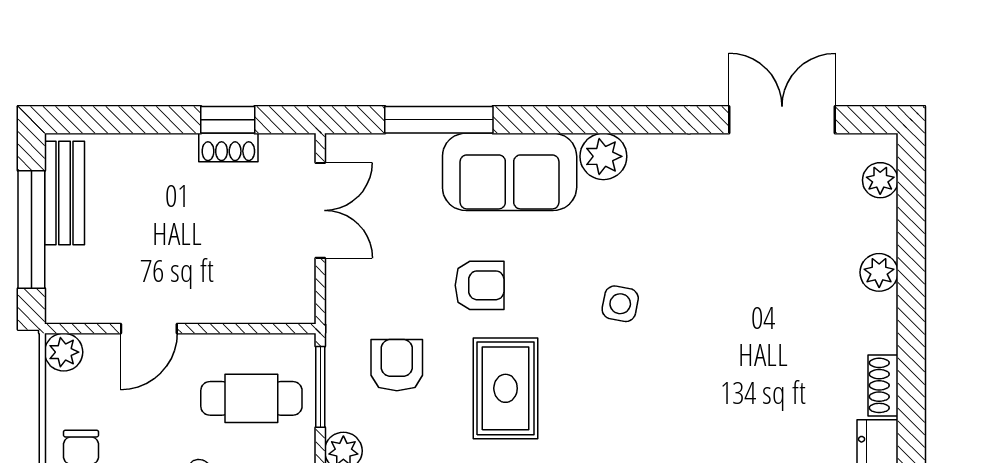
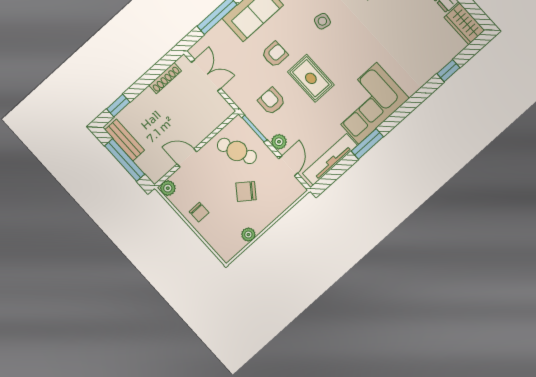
window: (228, 120) -> (118, 105), moved
shoe rack: (228, 147) -> (165, 78), width x1.43
door: (149, 329) -> (187, 158), swing flipped
cafe table: (251, 398) -> (237, 151), turned 67

